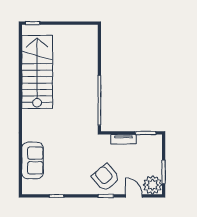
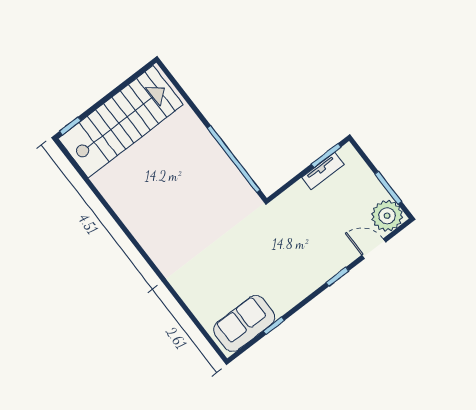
stairs: (37, 72) -> (121, 122), moved, turned 90
tv unit: (124, 139) -> (323, 171), moved
sofa: (33, 160) -> (244, 323), moved, turned -90
armchair: (106, 177) -> (319, 253), removed

